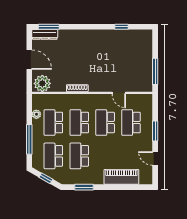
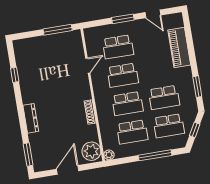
dresser: (45, 34) -> (31, 118), moved
plant: (36, 114) -> (109, 155), moved
door: (155, 158) -> (153, 14), hinge flipped

